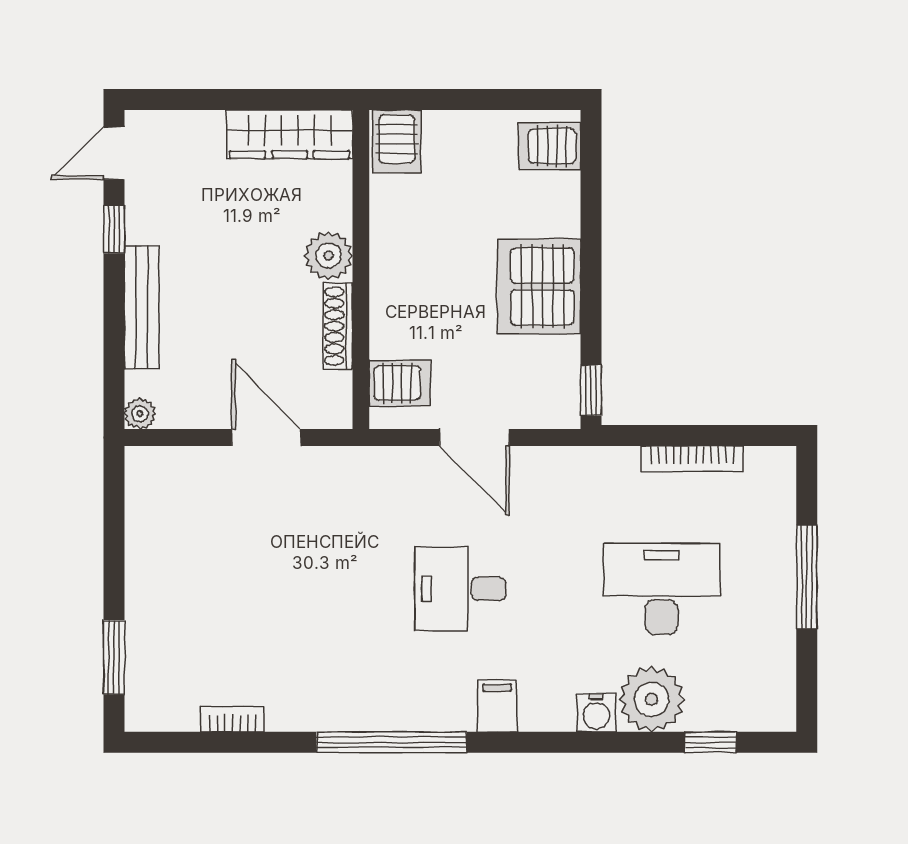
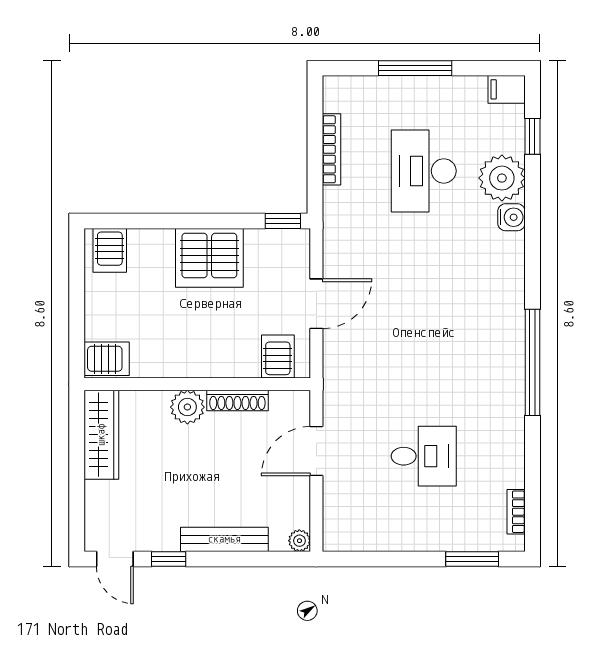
desk: (460, 589) -> (424, 456), moved, turned -90
filing cabinet: (497, 706) -> (507, 89), moved
bookcase: (233, 719) -> (516, 512), moved

